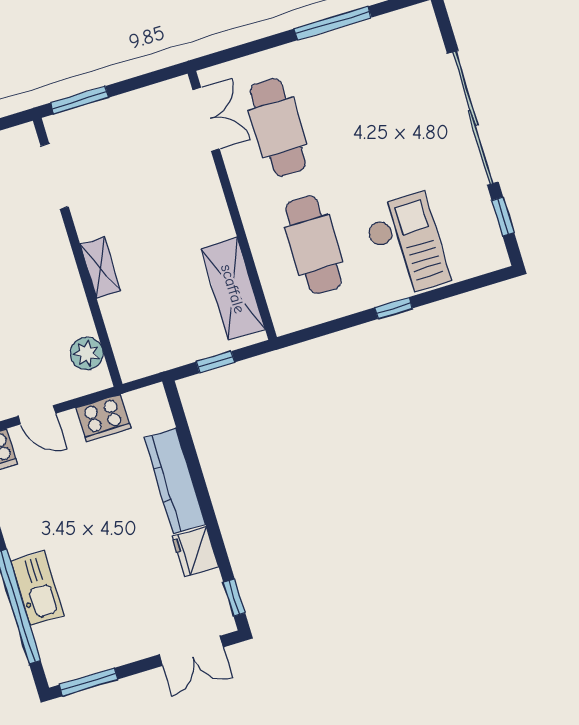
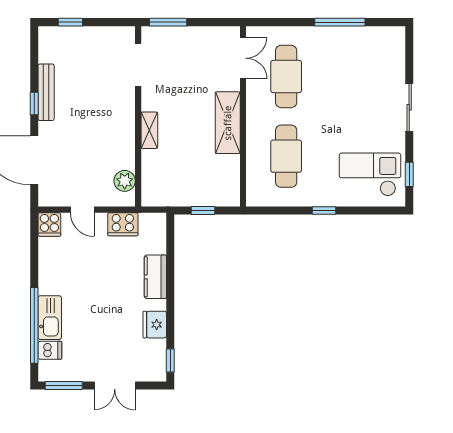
sliding door: (473, 118) -> (409, 107), width x0.54
checkout: (406, 245) -> (370, 175), moved, turned -90
shelving: (233, 289) -> (228, 123), moved
kitchen counter: (175, 481) -> (155, 277), width x0.67
dishwasher: (52, 636) -> (50, 350), added
double door: (191, 651) -> (115, 385), moved

